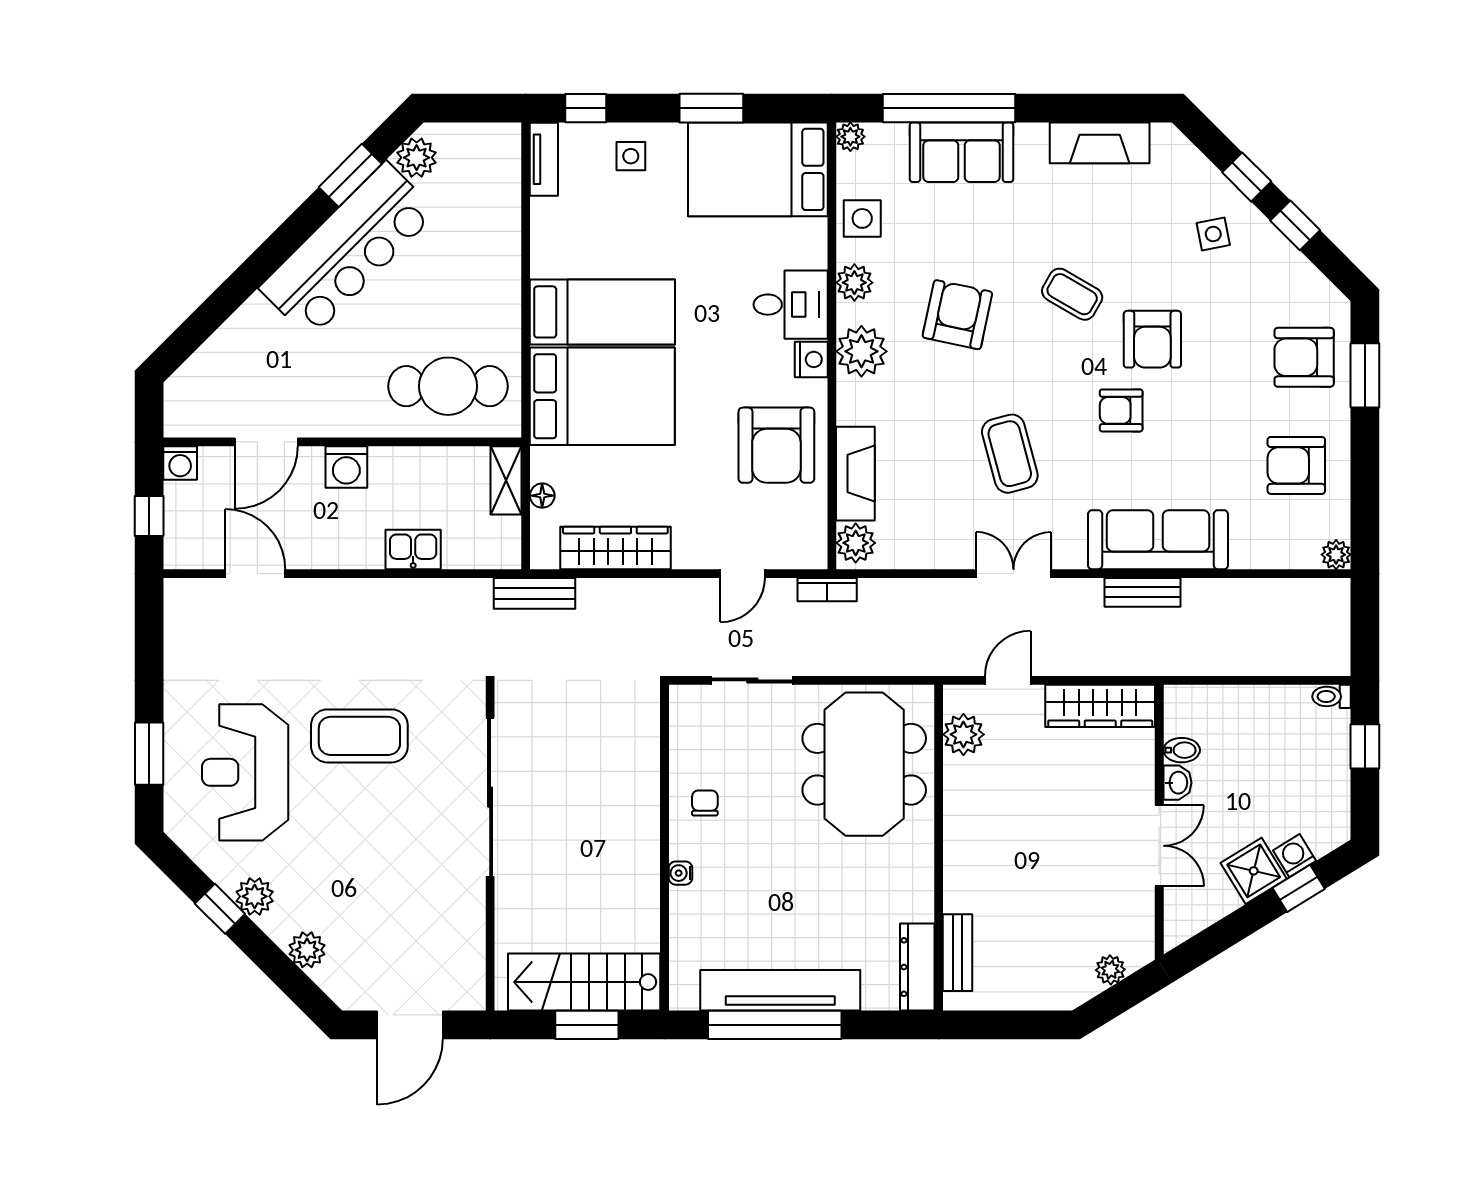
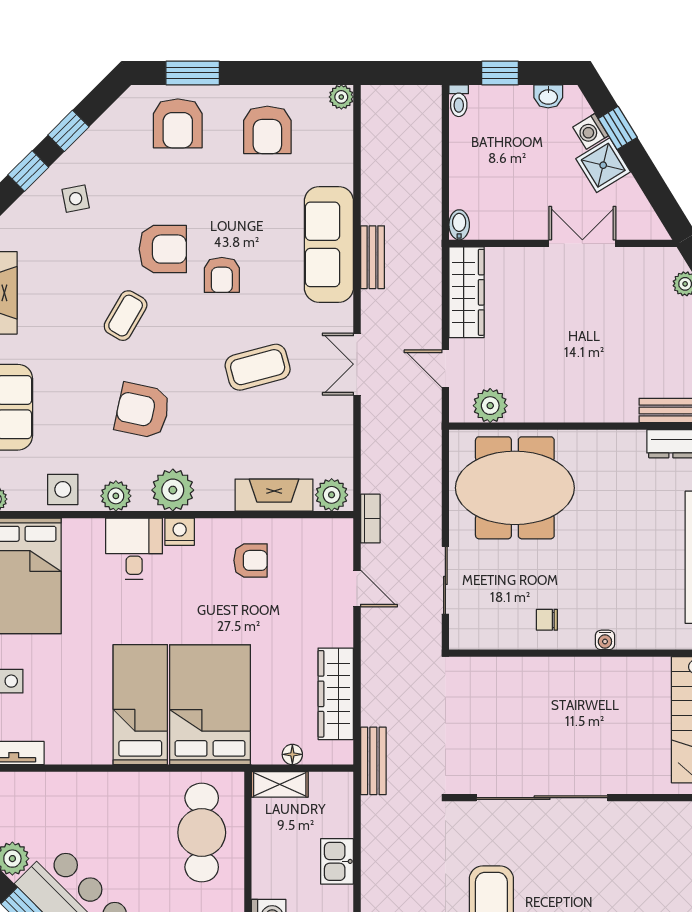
armchair: (776, 445) -> (251, 560), width x0.53, depth x0.53
bidet: (1182, 750) -> (459, 225), moved
washbasin: (1177, 783) -> (548, 96), moved, turned 180

